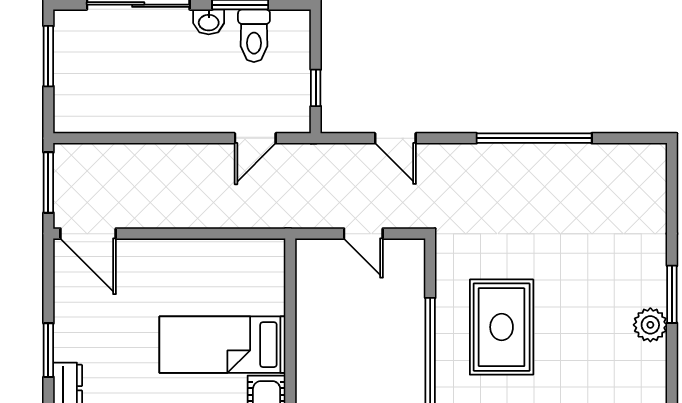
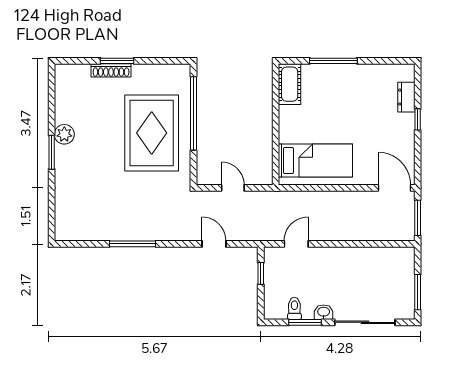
toilet: (254, 36) -> (294, 308), width x0.73, depth x0.72
window: (534, 138) -> (133, 244), width x0.68
rug: (502, 327) -> (152, 133), width x1.37, depth x1.44
bed: (222, 345) -> (315, 161), moved
window: (48, 350) -> (418, 119), width x0.67

